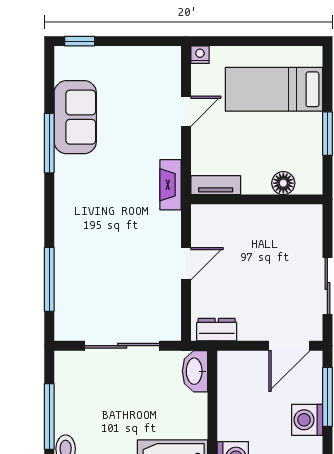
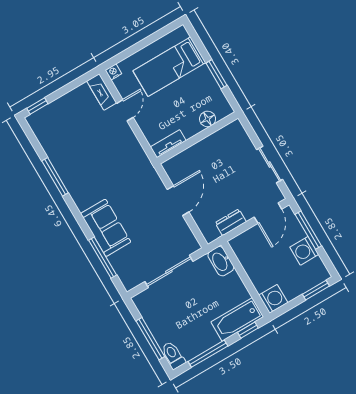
sofa: (75, 117) -> (106, 228), moved
fireplace: (170, 185) -> (102, 92), moved
door: (186, 264) -> (178, 201), width x1.38
dresser: (217, 330) -> (231, 222), moved

